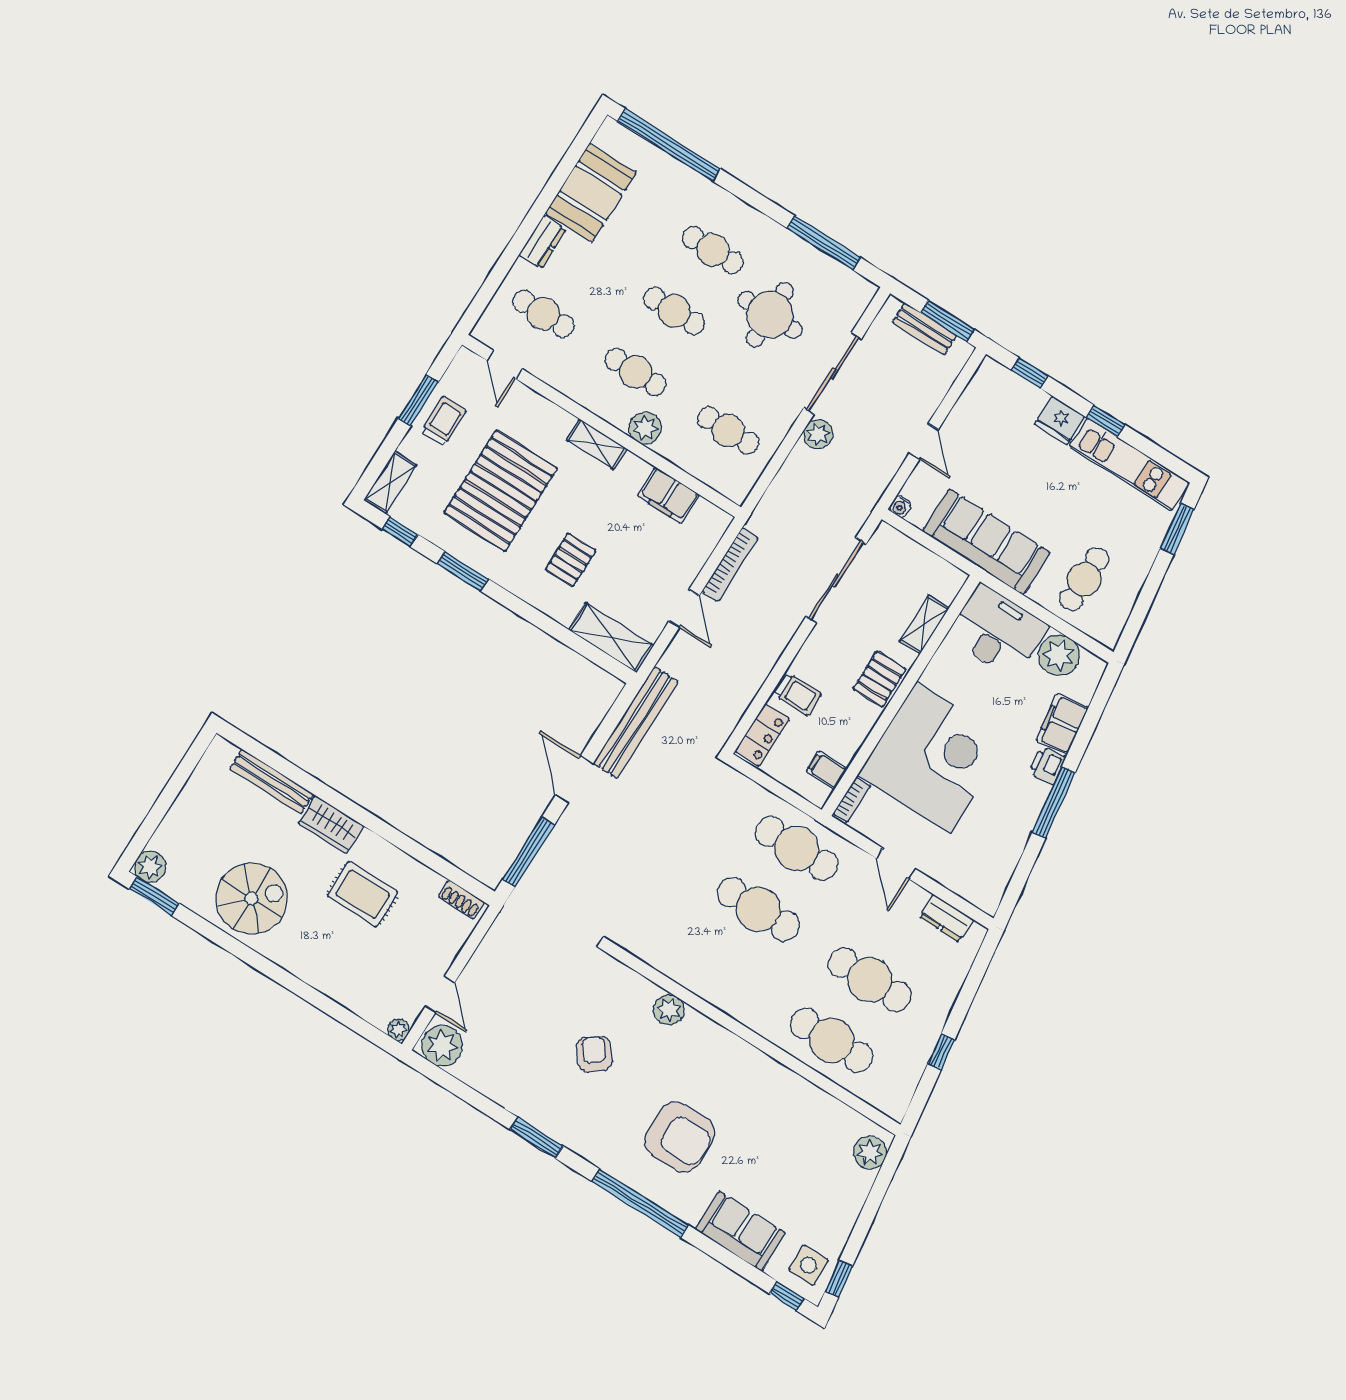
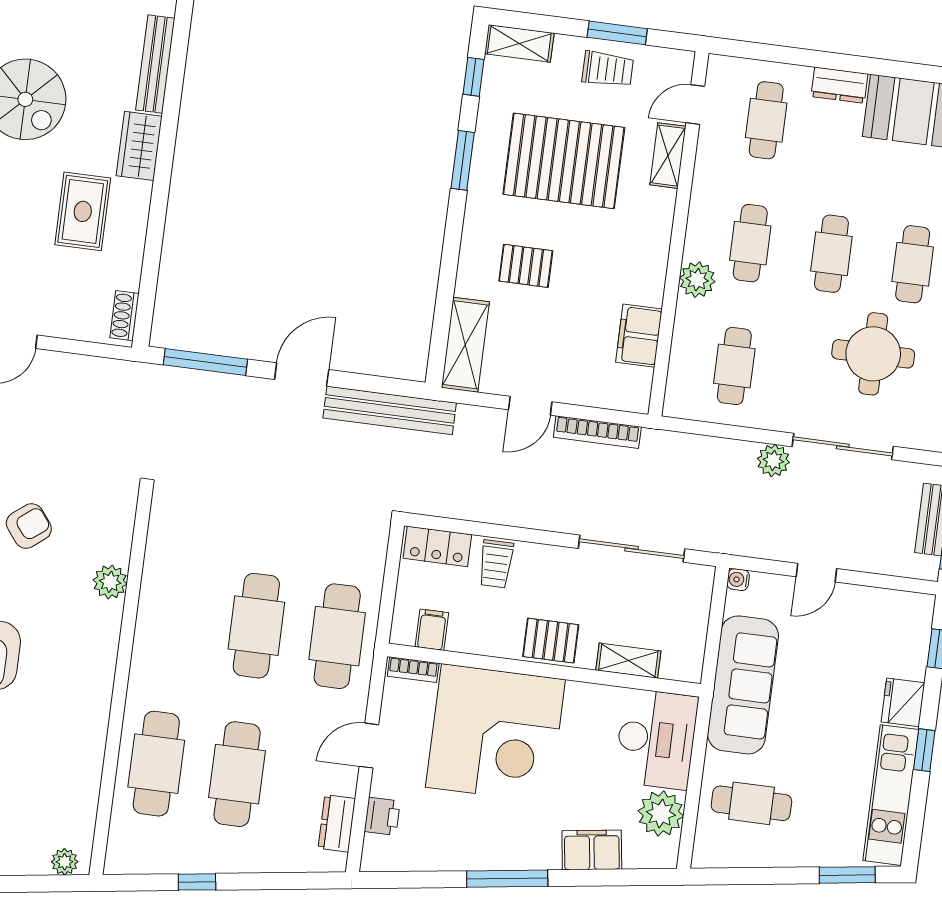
shelving: (597, 444) -> (668, 156), moved
printer: (1047, 765) -> (382, 816), moved, turned 98
plant: (870, 1152) -> (65, 862), width x0.73, depth x0.73

